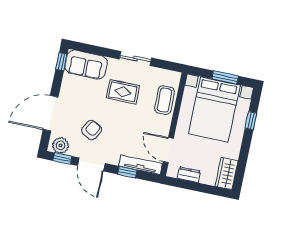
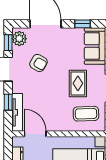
window: (61, 62) -> (82, 24), moved
coffee table: (164, 100) -> (86, 114), moved
door: (168, 150) -> (35, 134), hinge flipped

